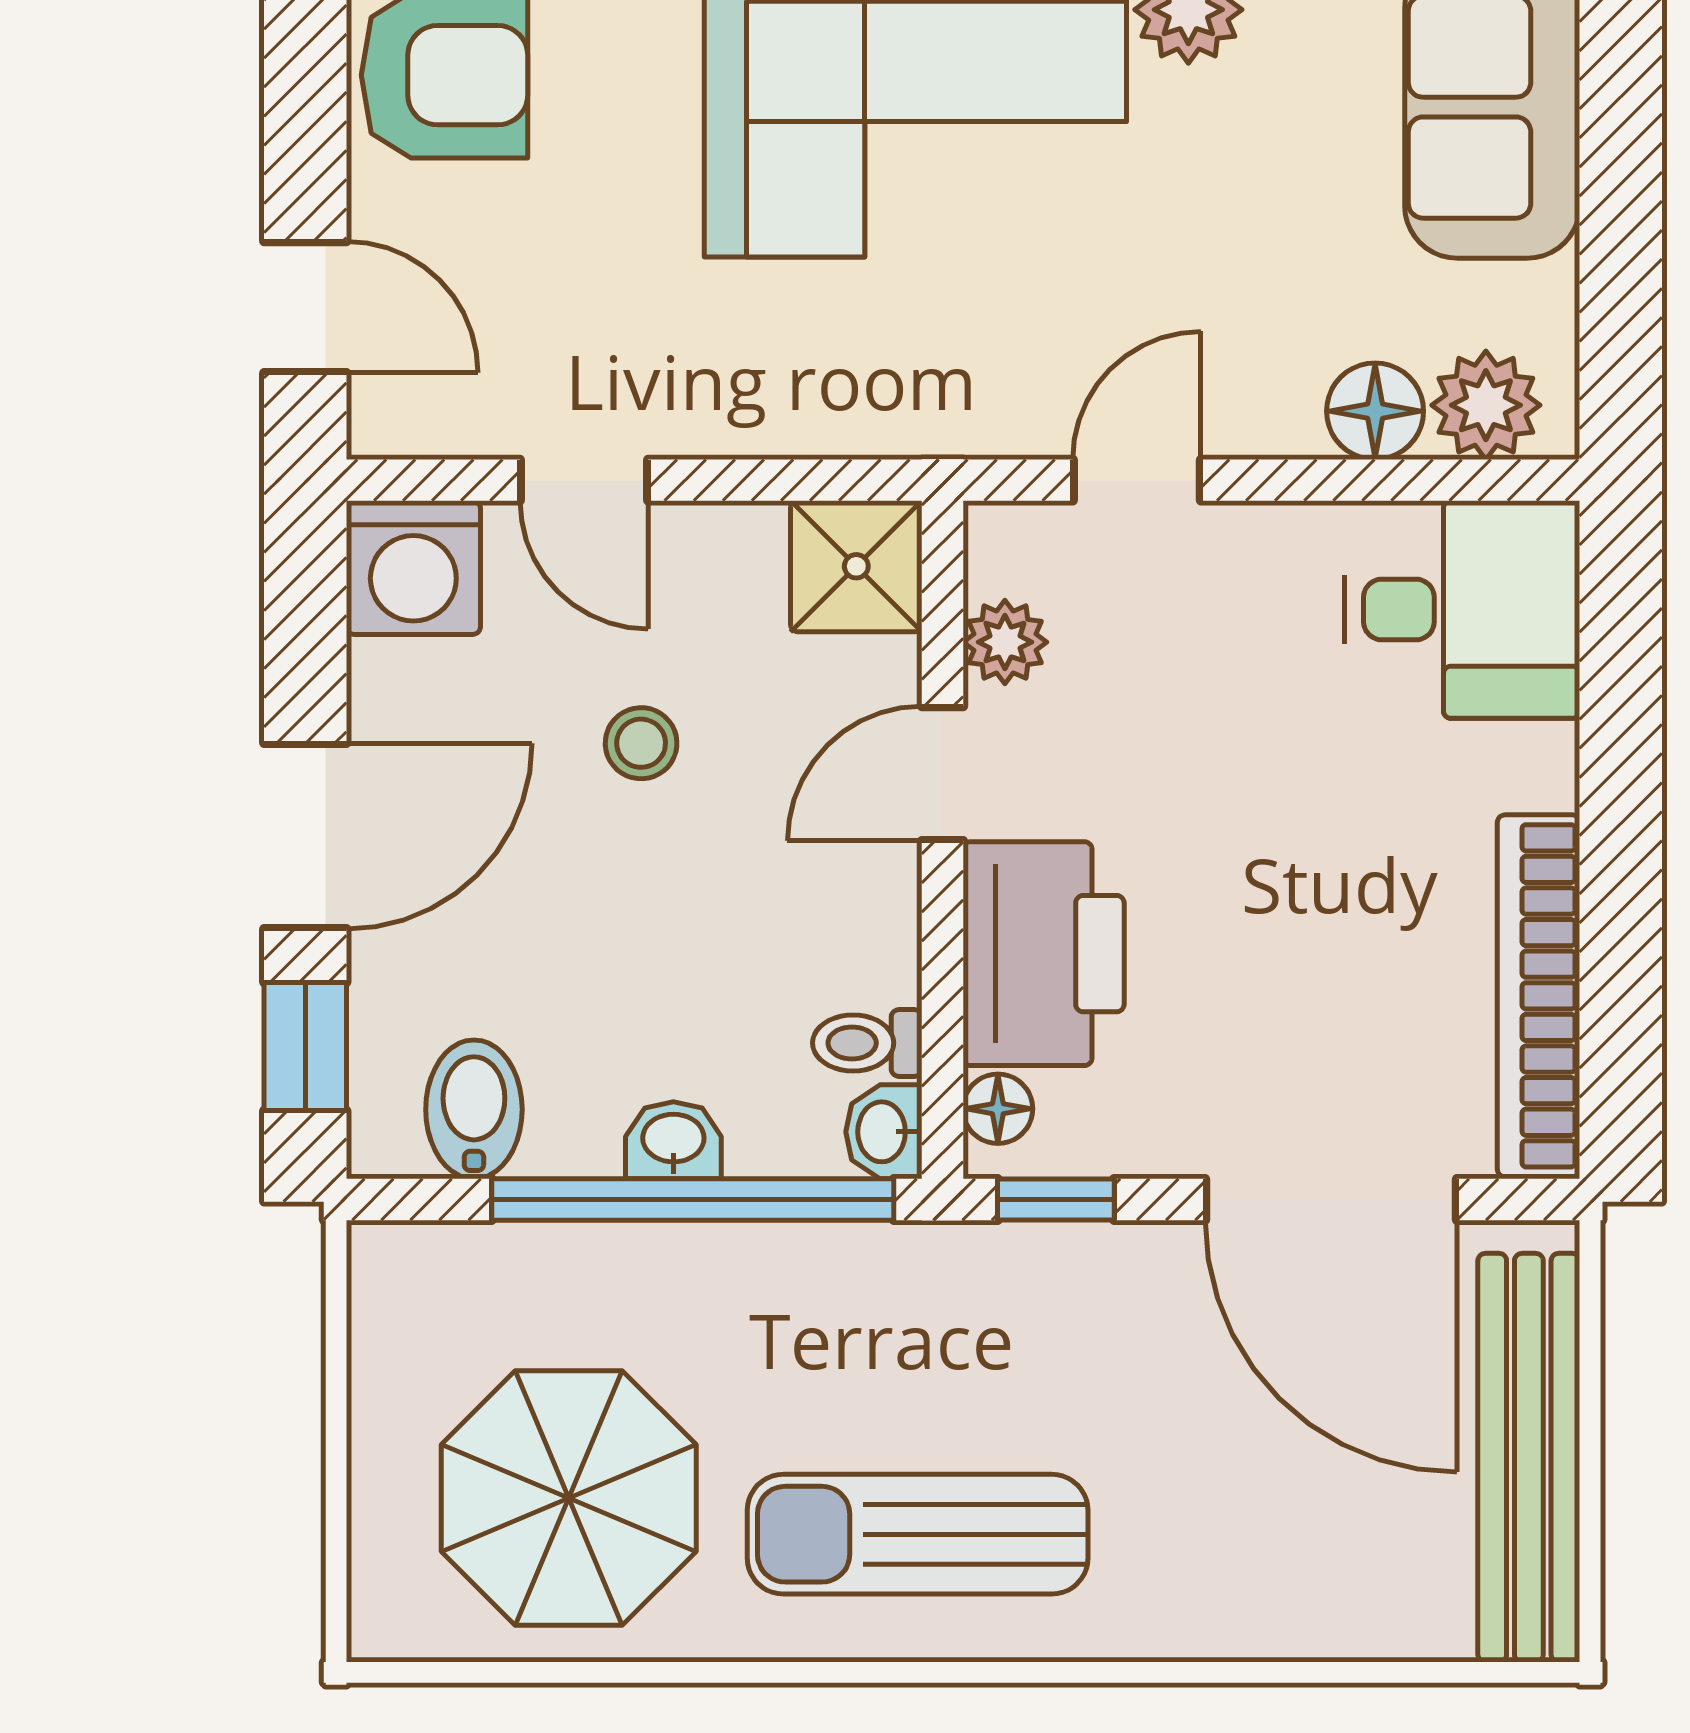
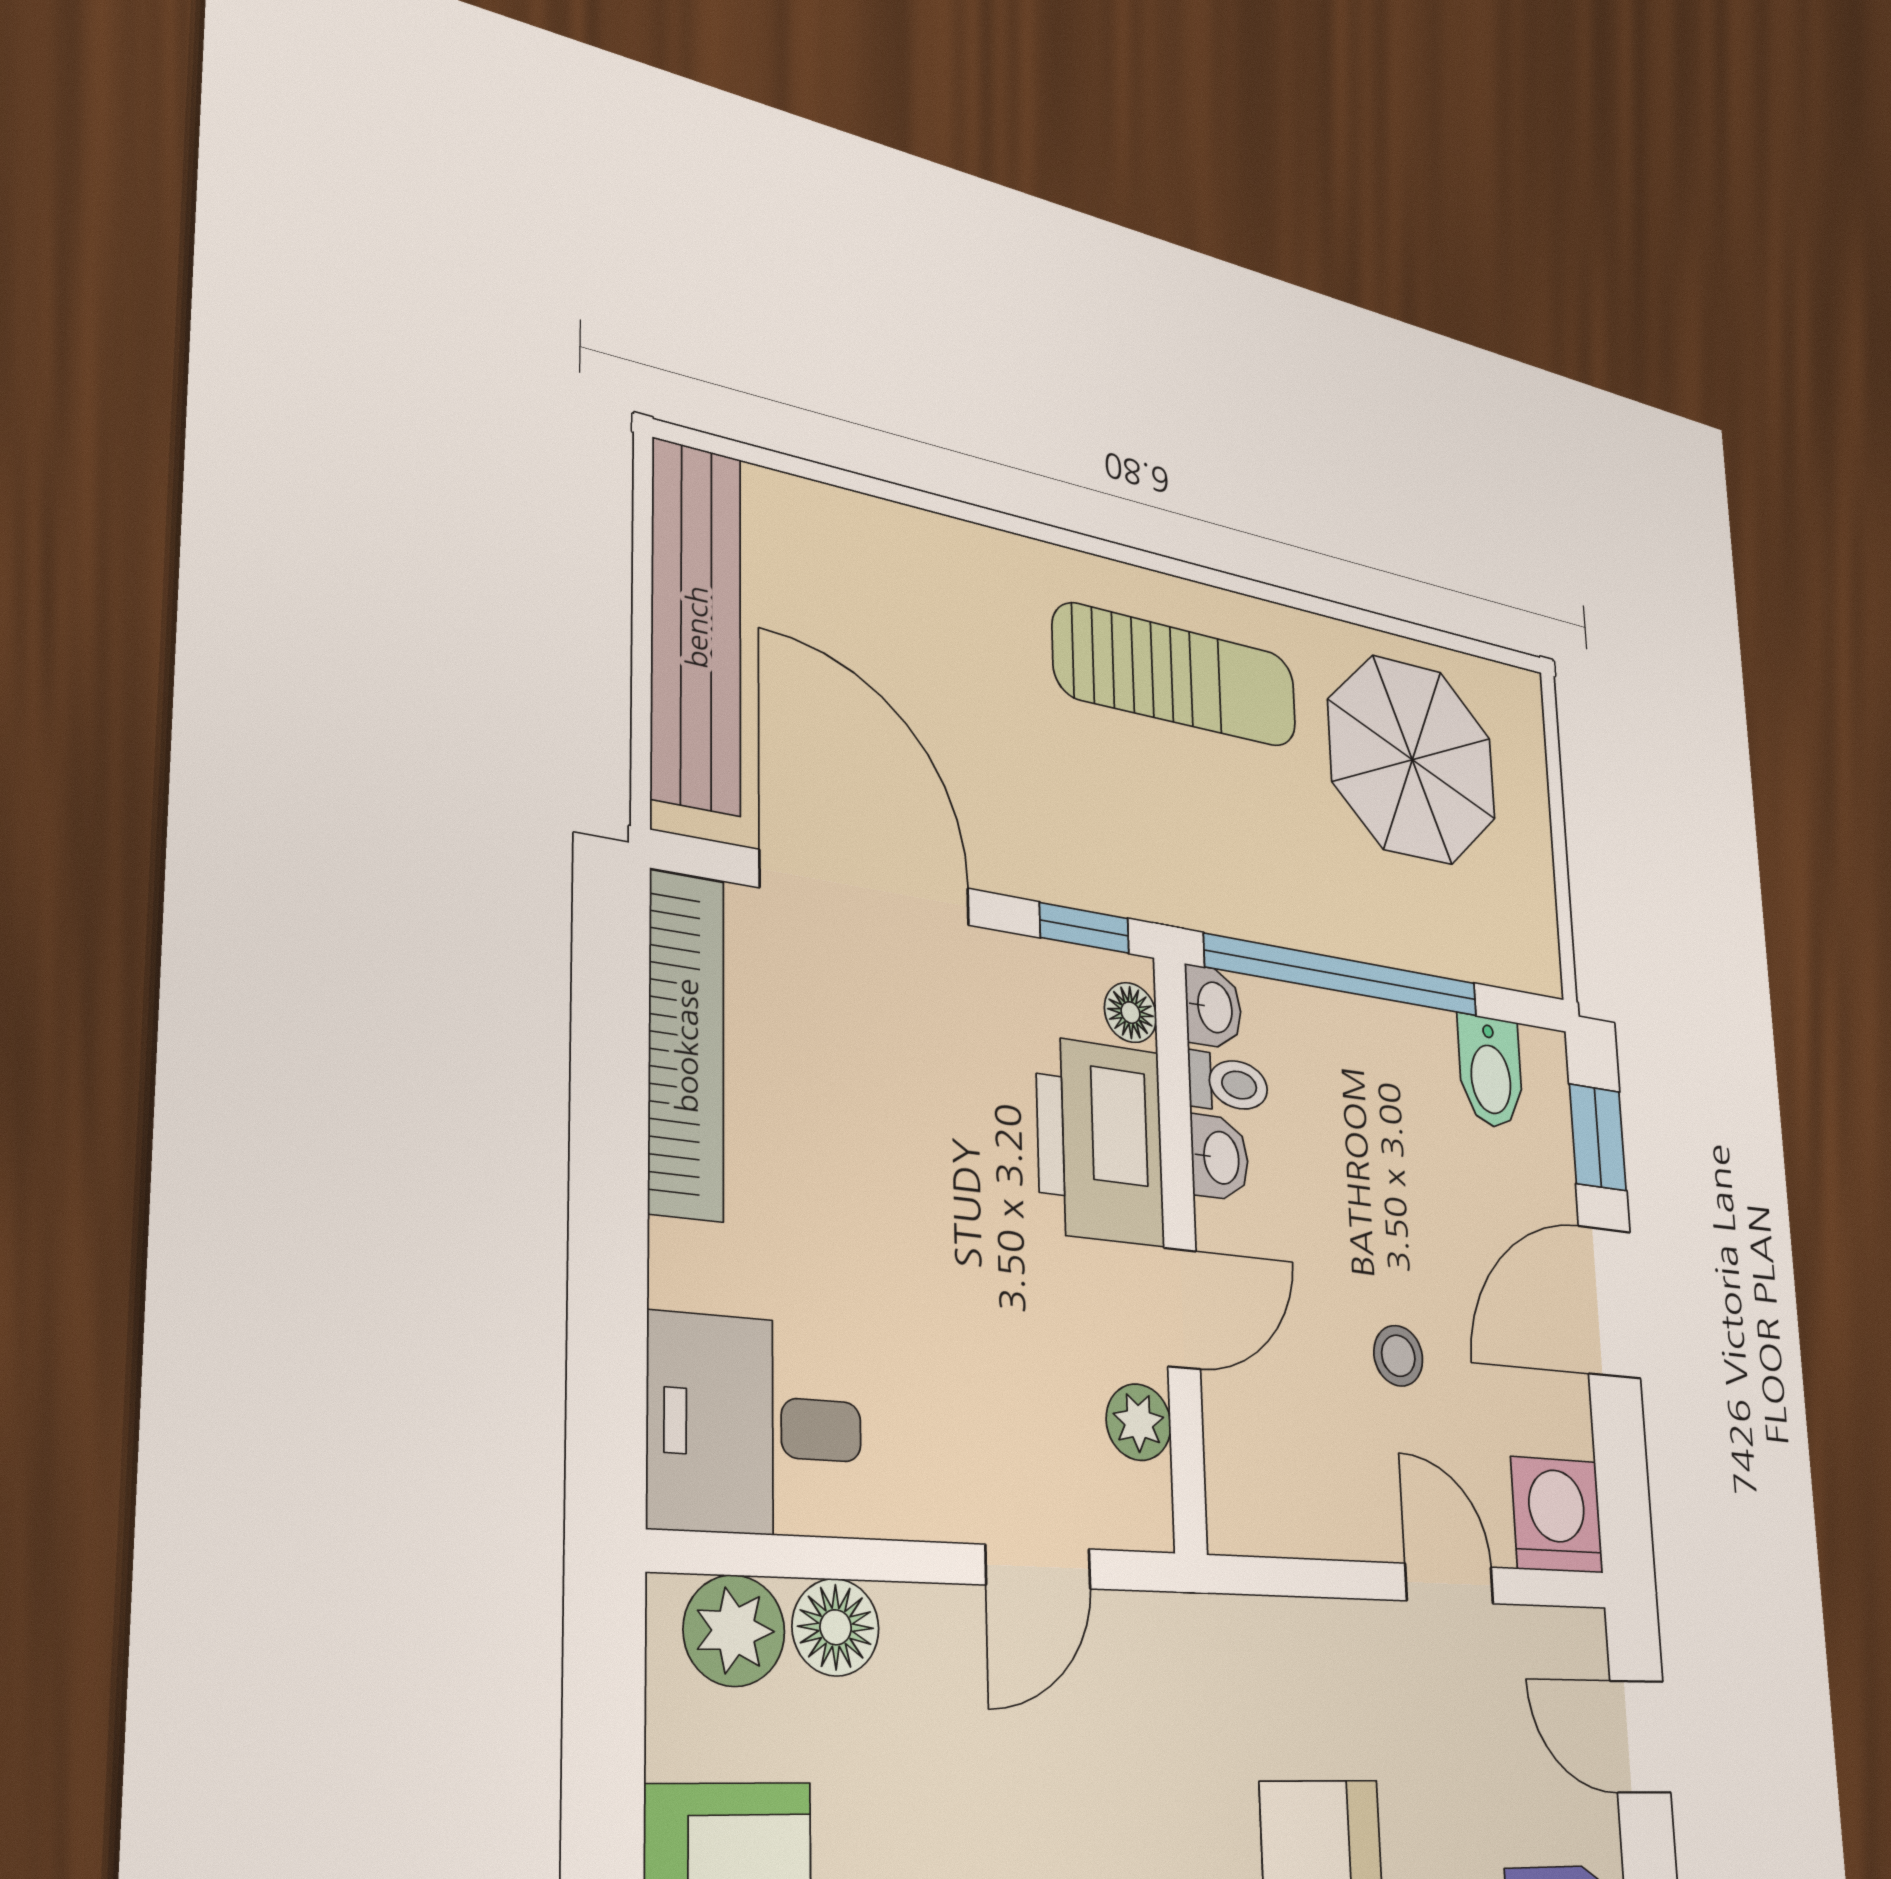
shower: (856, 566) -> (1253, 1498), removed
washbasin: (673, 1140) -> (1220, 1158), moved, turned -90

